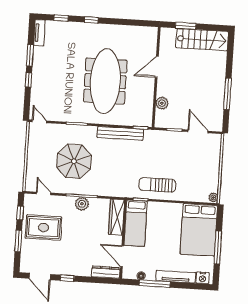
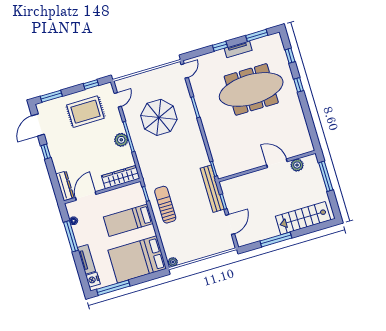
window: (186, 26) -> (326, 176), width x1.44
tv unit: (39, 33) -> (238, 49), moved
stairs: (202, 40) -> (303, 218), moved, turned 90
window: (30, 55) -> (257, 35), moved
meeting table: (105, 81) -> (251, 89), moved
plant: (162, 103) -> (297, 165), moved
bench: (120, 133) -> (212, 189), moved
bed: (136, 223) -> (128, 220), moved
rug: (43, 228) -> (85, 112), turned 90
window: (18, 241) -> (51, 96), moved
window: (218, 247) -> (113, 288), moved
tv unit: (176, 277) -> (86, 259), width x0.71

